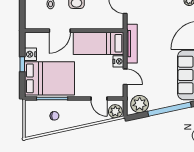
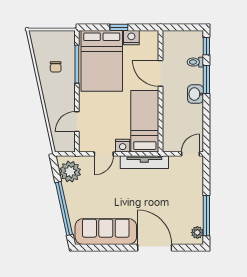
plant: (115, 111) -> (61, 142), removed

